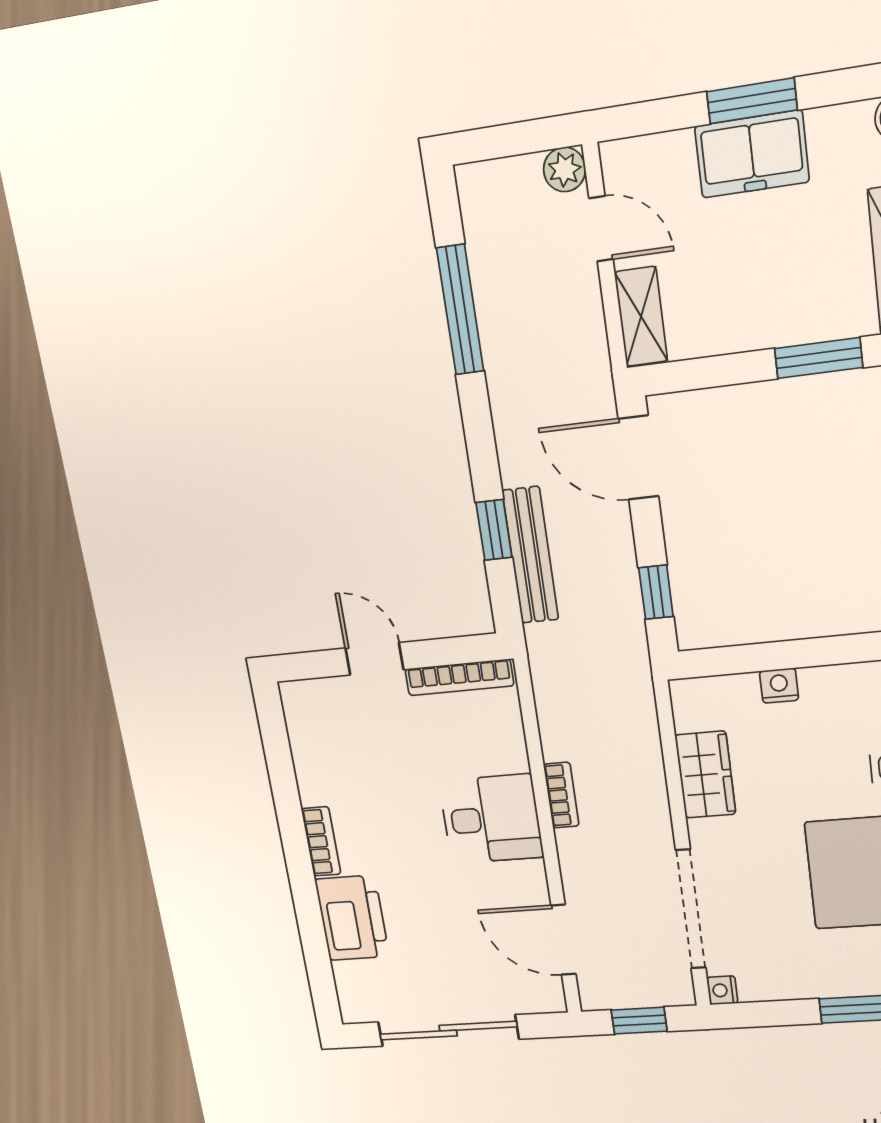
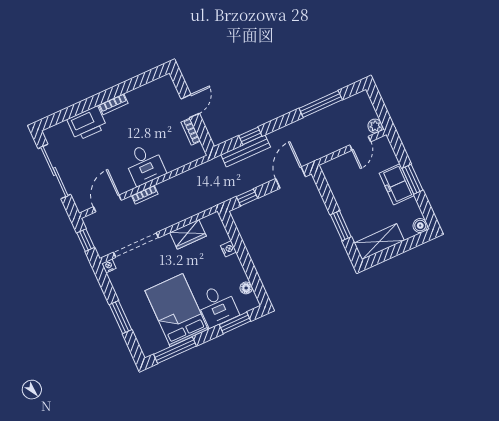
shelving: (641, 317) -> (337, 165), removed
bookcase: (459, 677) -> (191, 132), width x0.64
bookcase: (561, 795) -> (145, 195), moved

